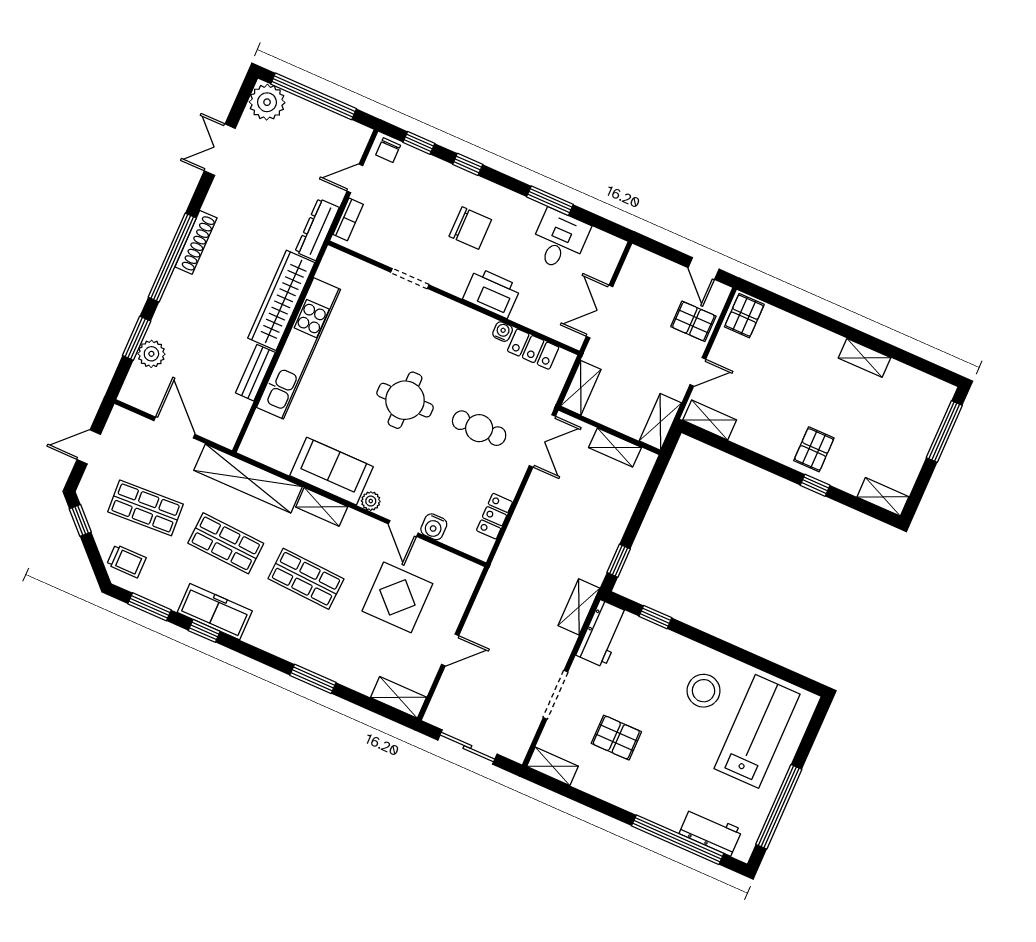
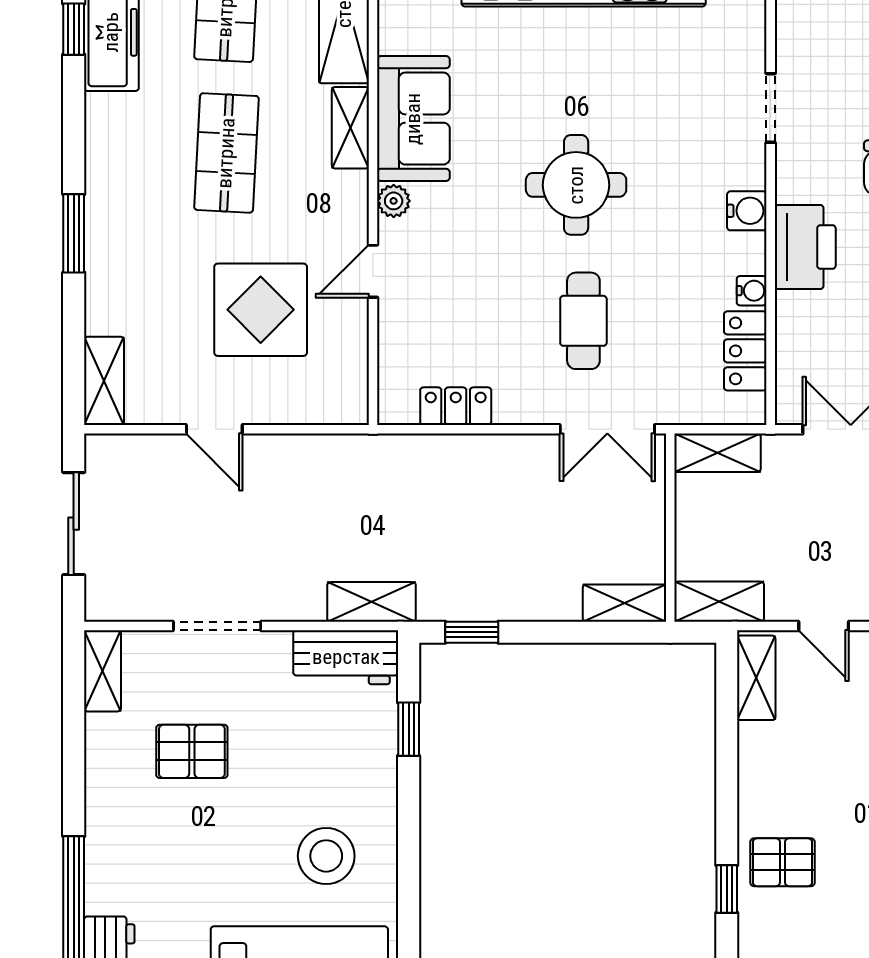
shelving: (615, 447) -> (624, 603), moved, turned 90
water cooler: (434, 527) -> (747, 211), moved, turned 180
pallet: (616, 738) -> (192, 751), turned 90

